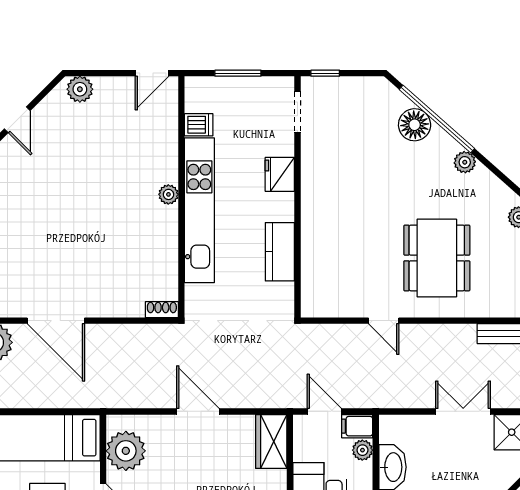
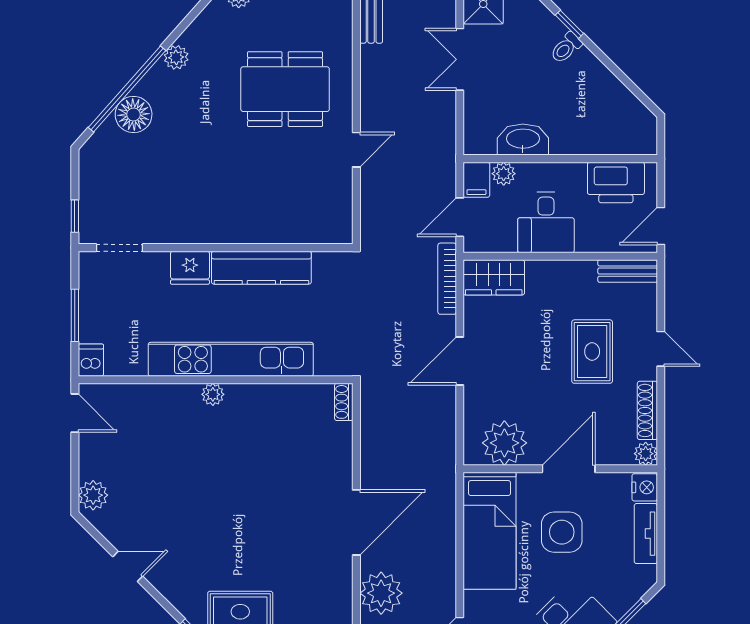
dishwasher: (199, 125) -> (91, 360), moved
kitchen counter: (280, 252) -> (261, 268), width x1.50
bookcase: (270, 400) -> (447, 279), added

